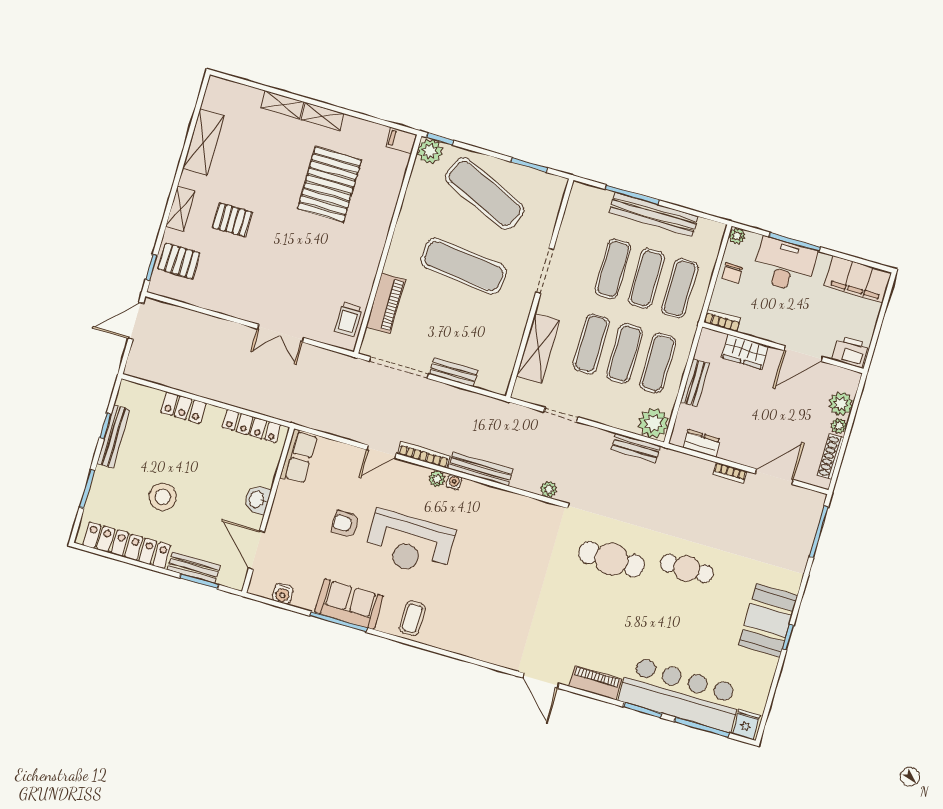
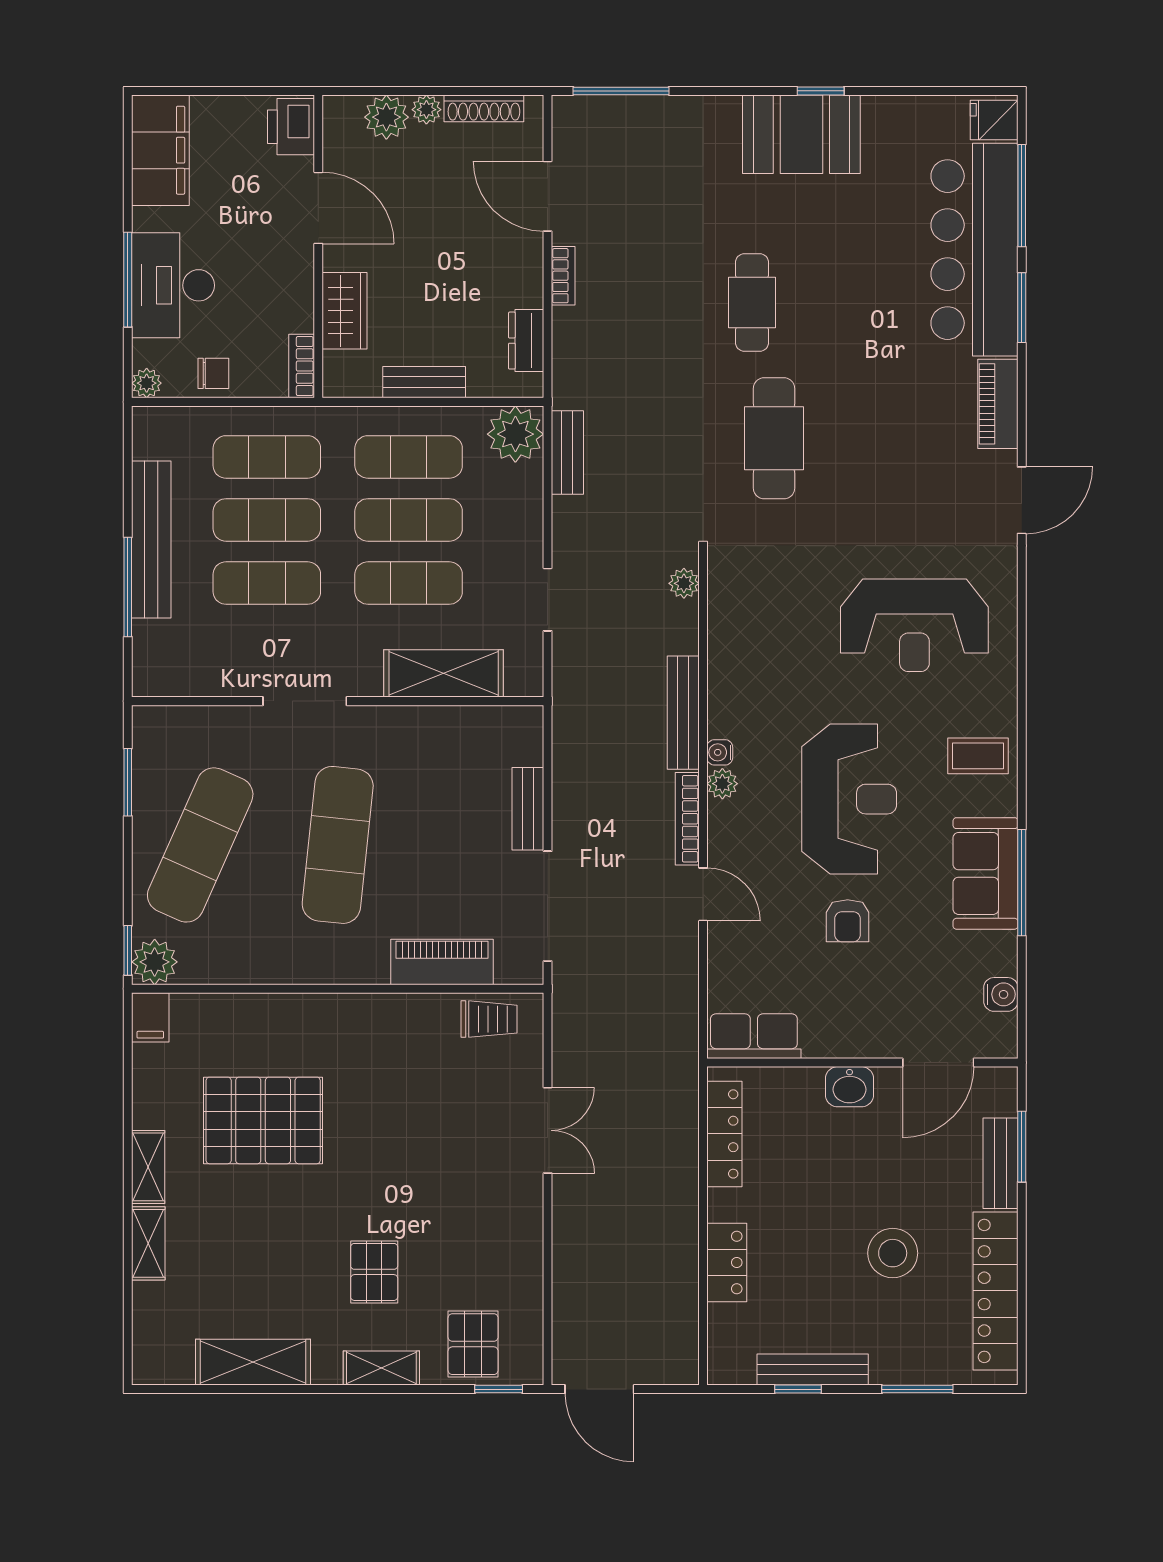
reception desk: (491, 605) -> (914, 625), added

